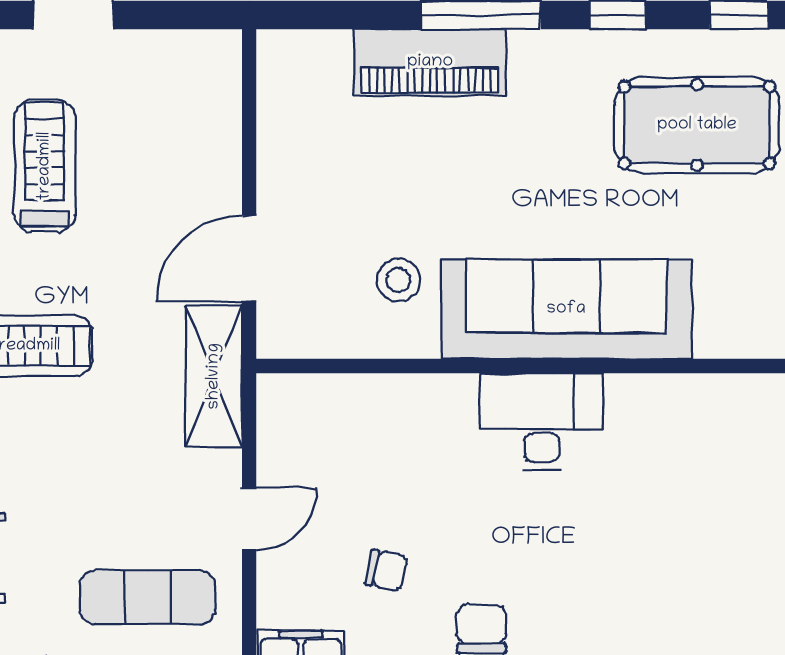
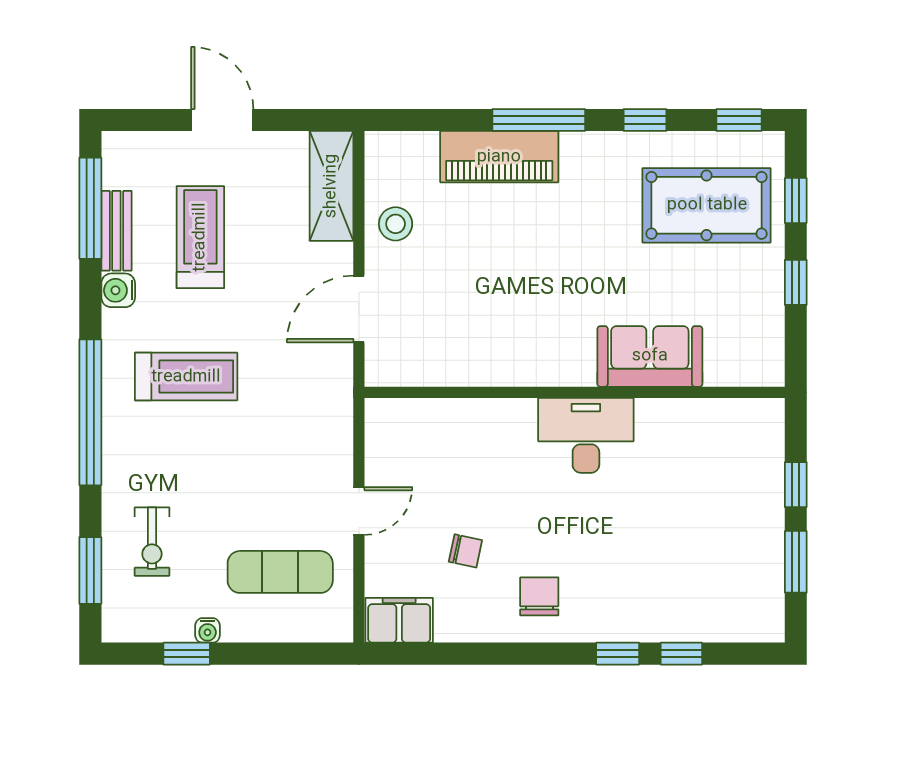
stool: (398, 280) -> (396, 224), moved
sofa: (566, 309) -> (650, 356), width x0.54, depth x0.79
shelving: (214, 376) -> (331, 186), moved

